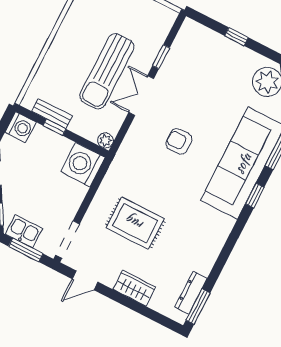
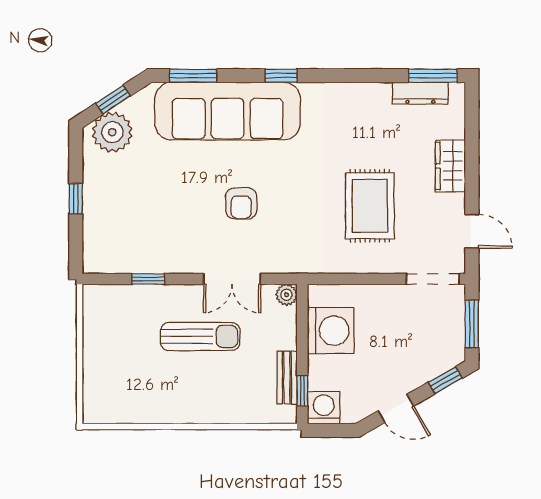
sun lounger: (107, 71) -> (200, 336), width x0.73, depth x0.75
double door: (141, 95) -> (232, 279), moved
window: (54, 127) -> (302, 391), moved
washing machine: (83, 165) -> (331, 331), moved, turned -90
window: (255, 196) -> (281, 76), moved
kitchen sink: (24, 231) -> (450, 338), removed

